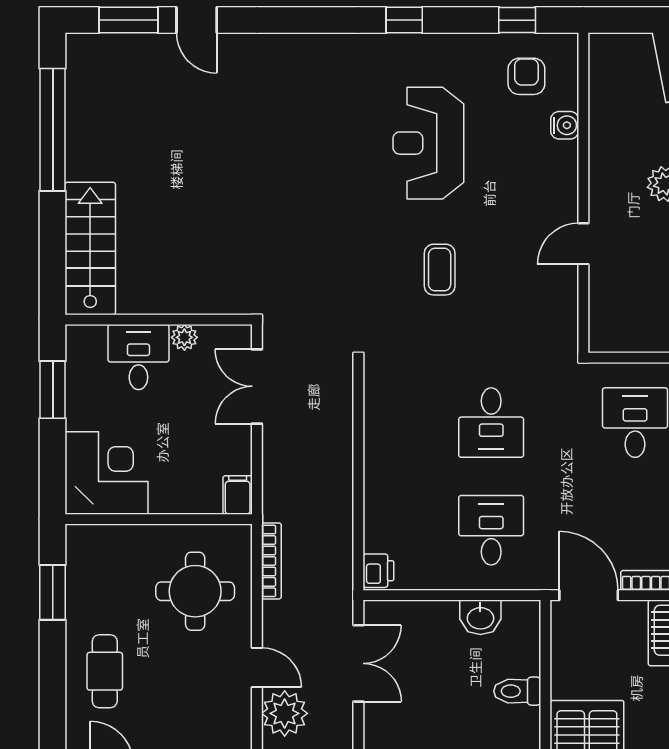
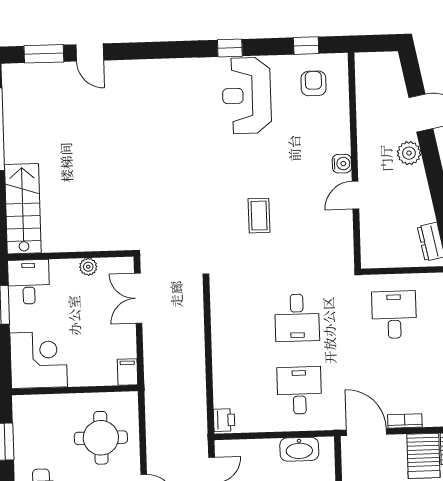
water cooler: (565, 125) -> (342, 164), moved
reception desk: (428, 143) -> (247, 96), moved
desk: (138, 357) -> (29, 282), moved
bookcase: (271, 561) -> (152, 416), removed
washbasin: (480, 617) -> (299, 449), width x1.38

